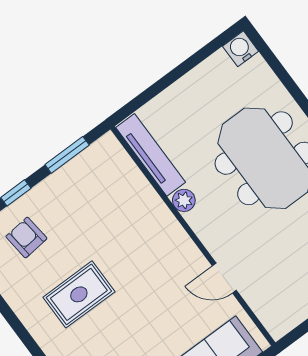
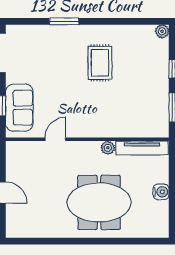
water cooler: (241, 49) -> (161, 192), moved
armchair: (26, 238) -> (147, 58), removed

